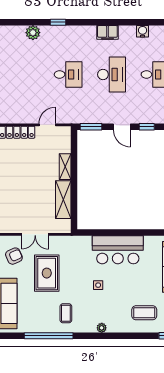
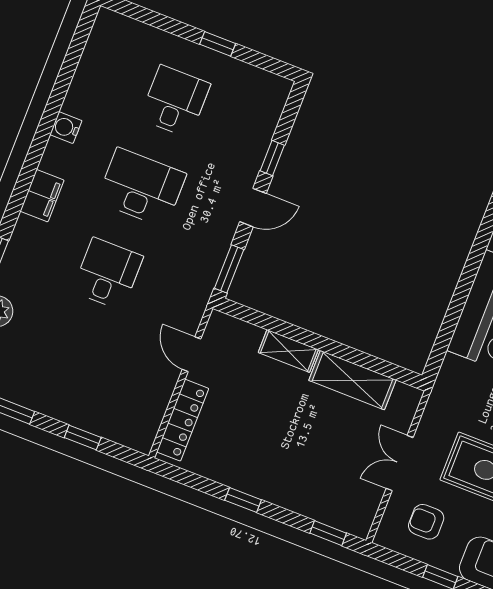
water cooler: (143, 31) -> (66, 128), moved
filing cabinet: (107, 32) -> (42, 196), moved
double door: (35, 234) -> (400, 463), swing flipped
armchair: (14, 256) -> (426, 522), turned -66

